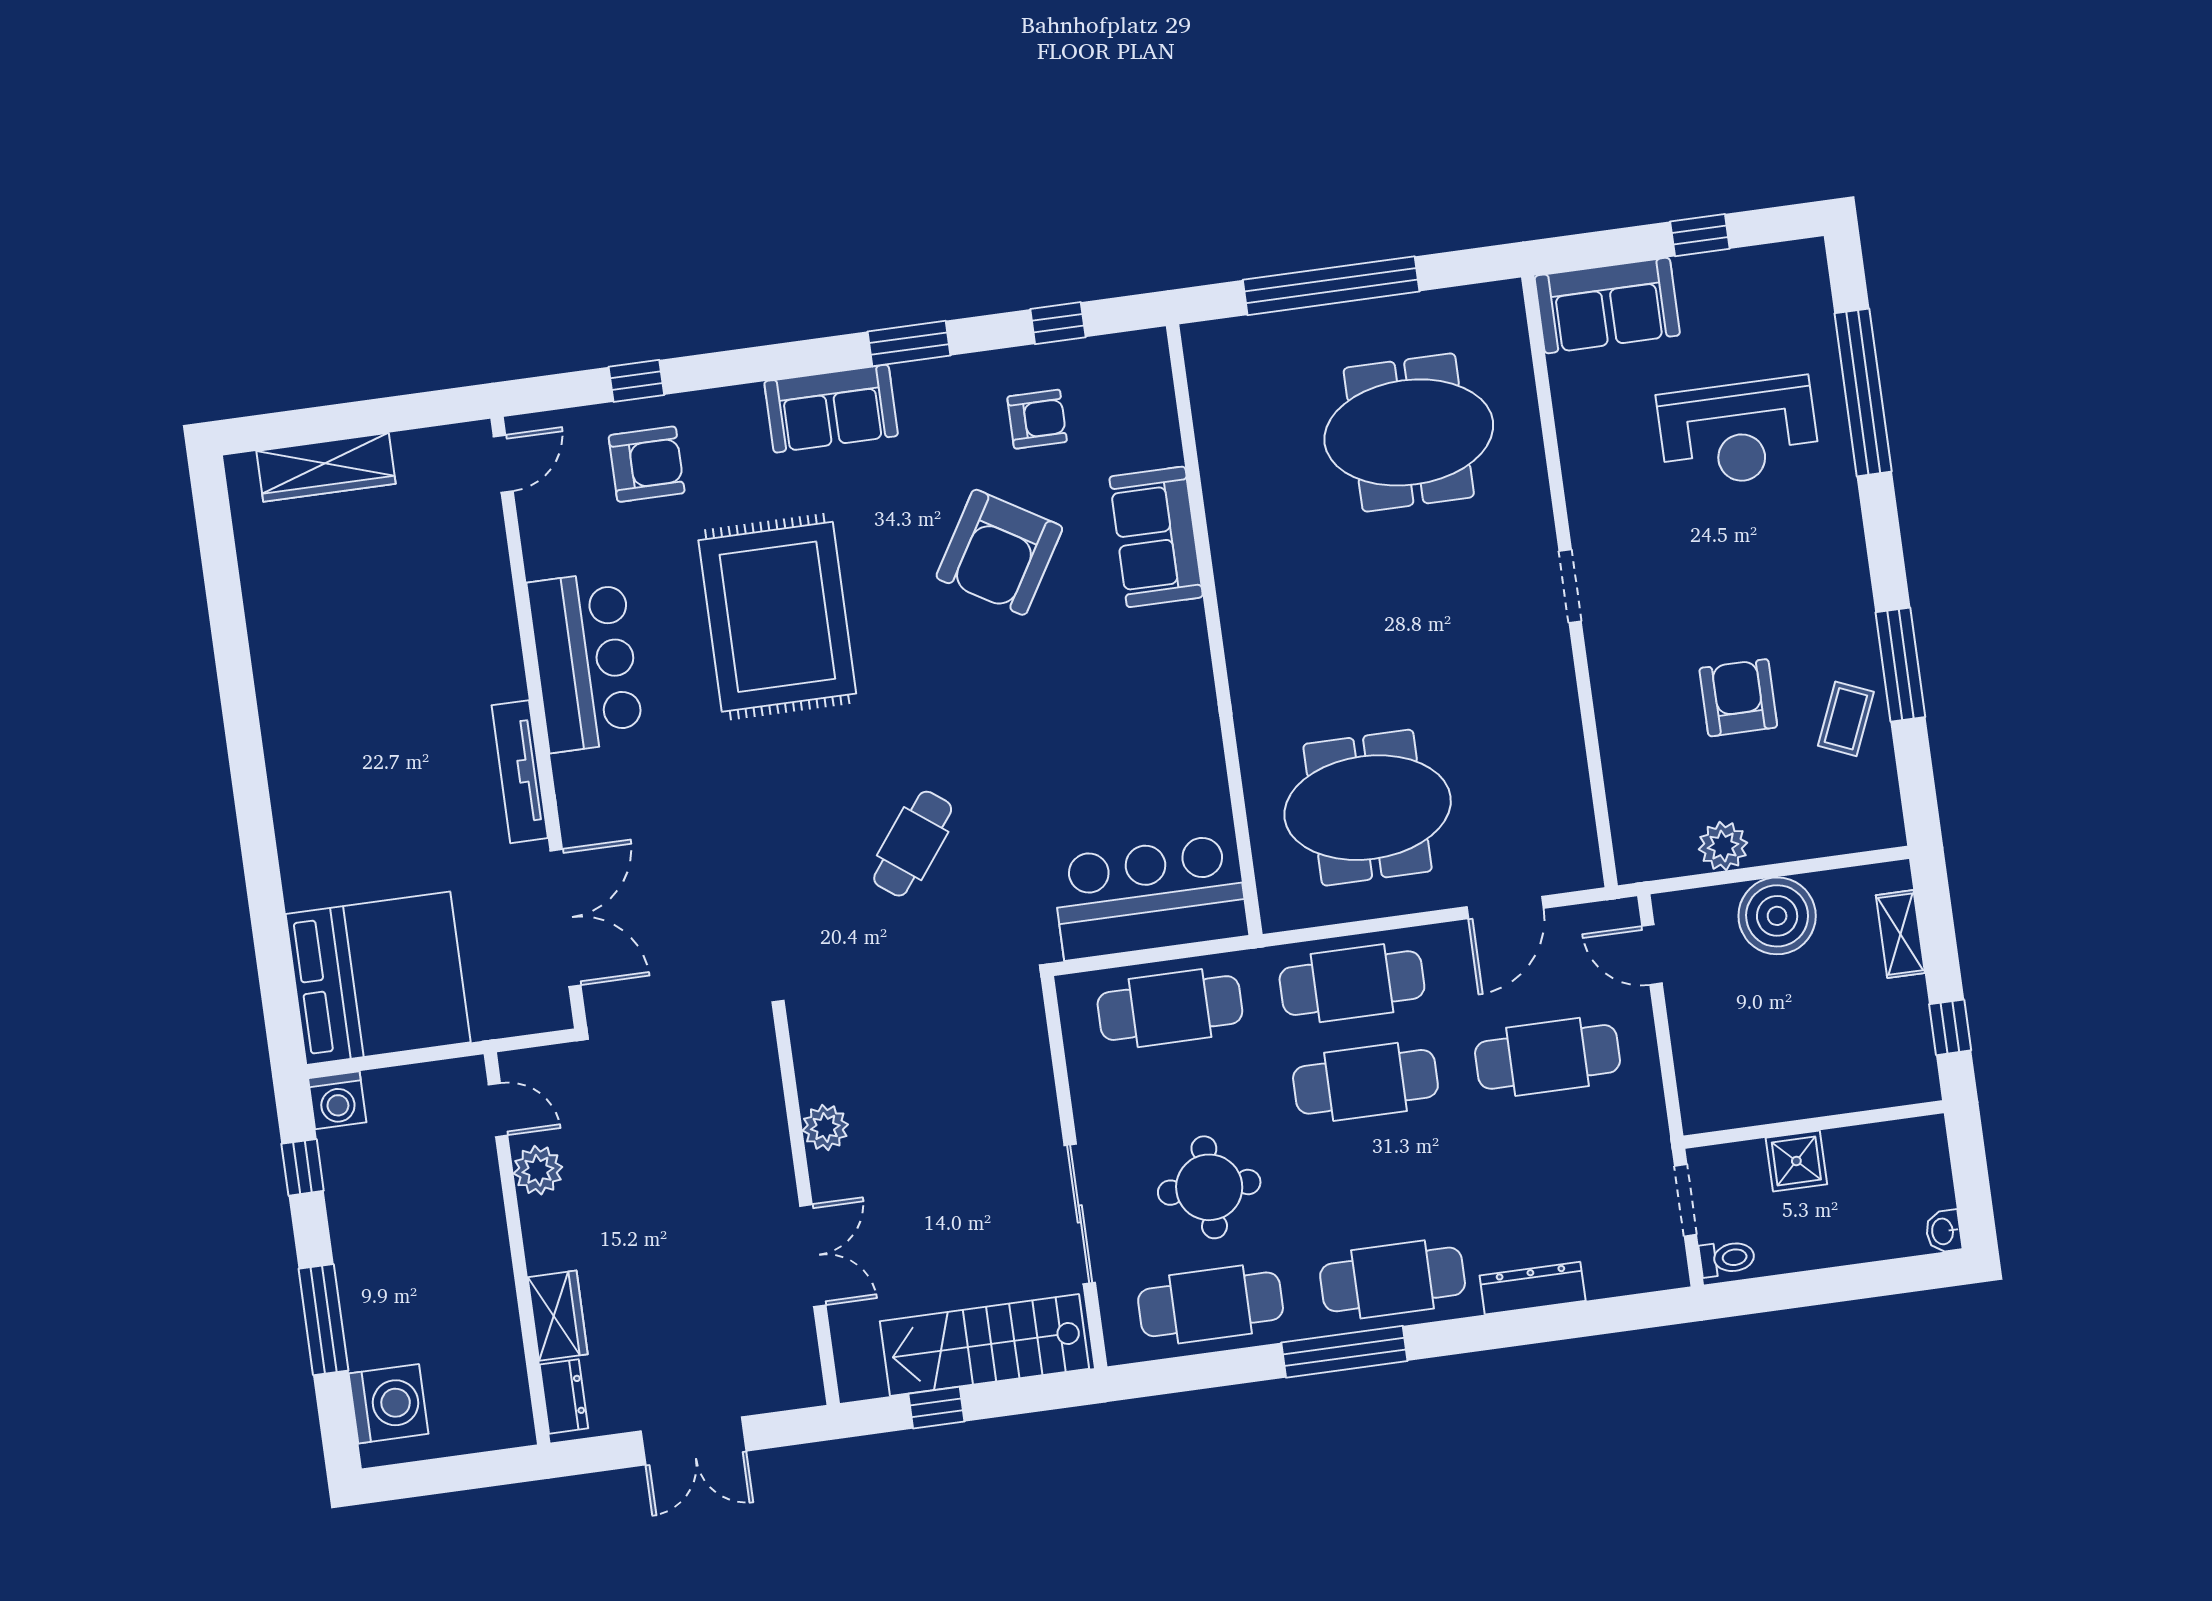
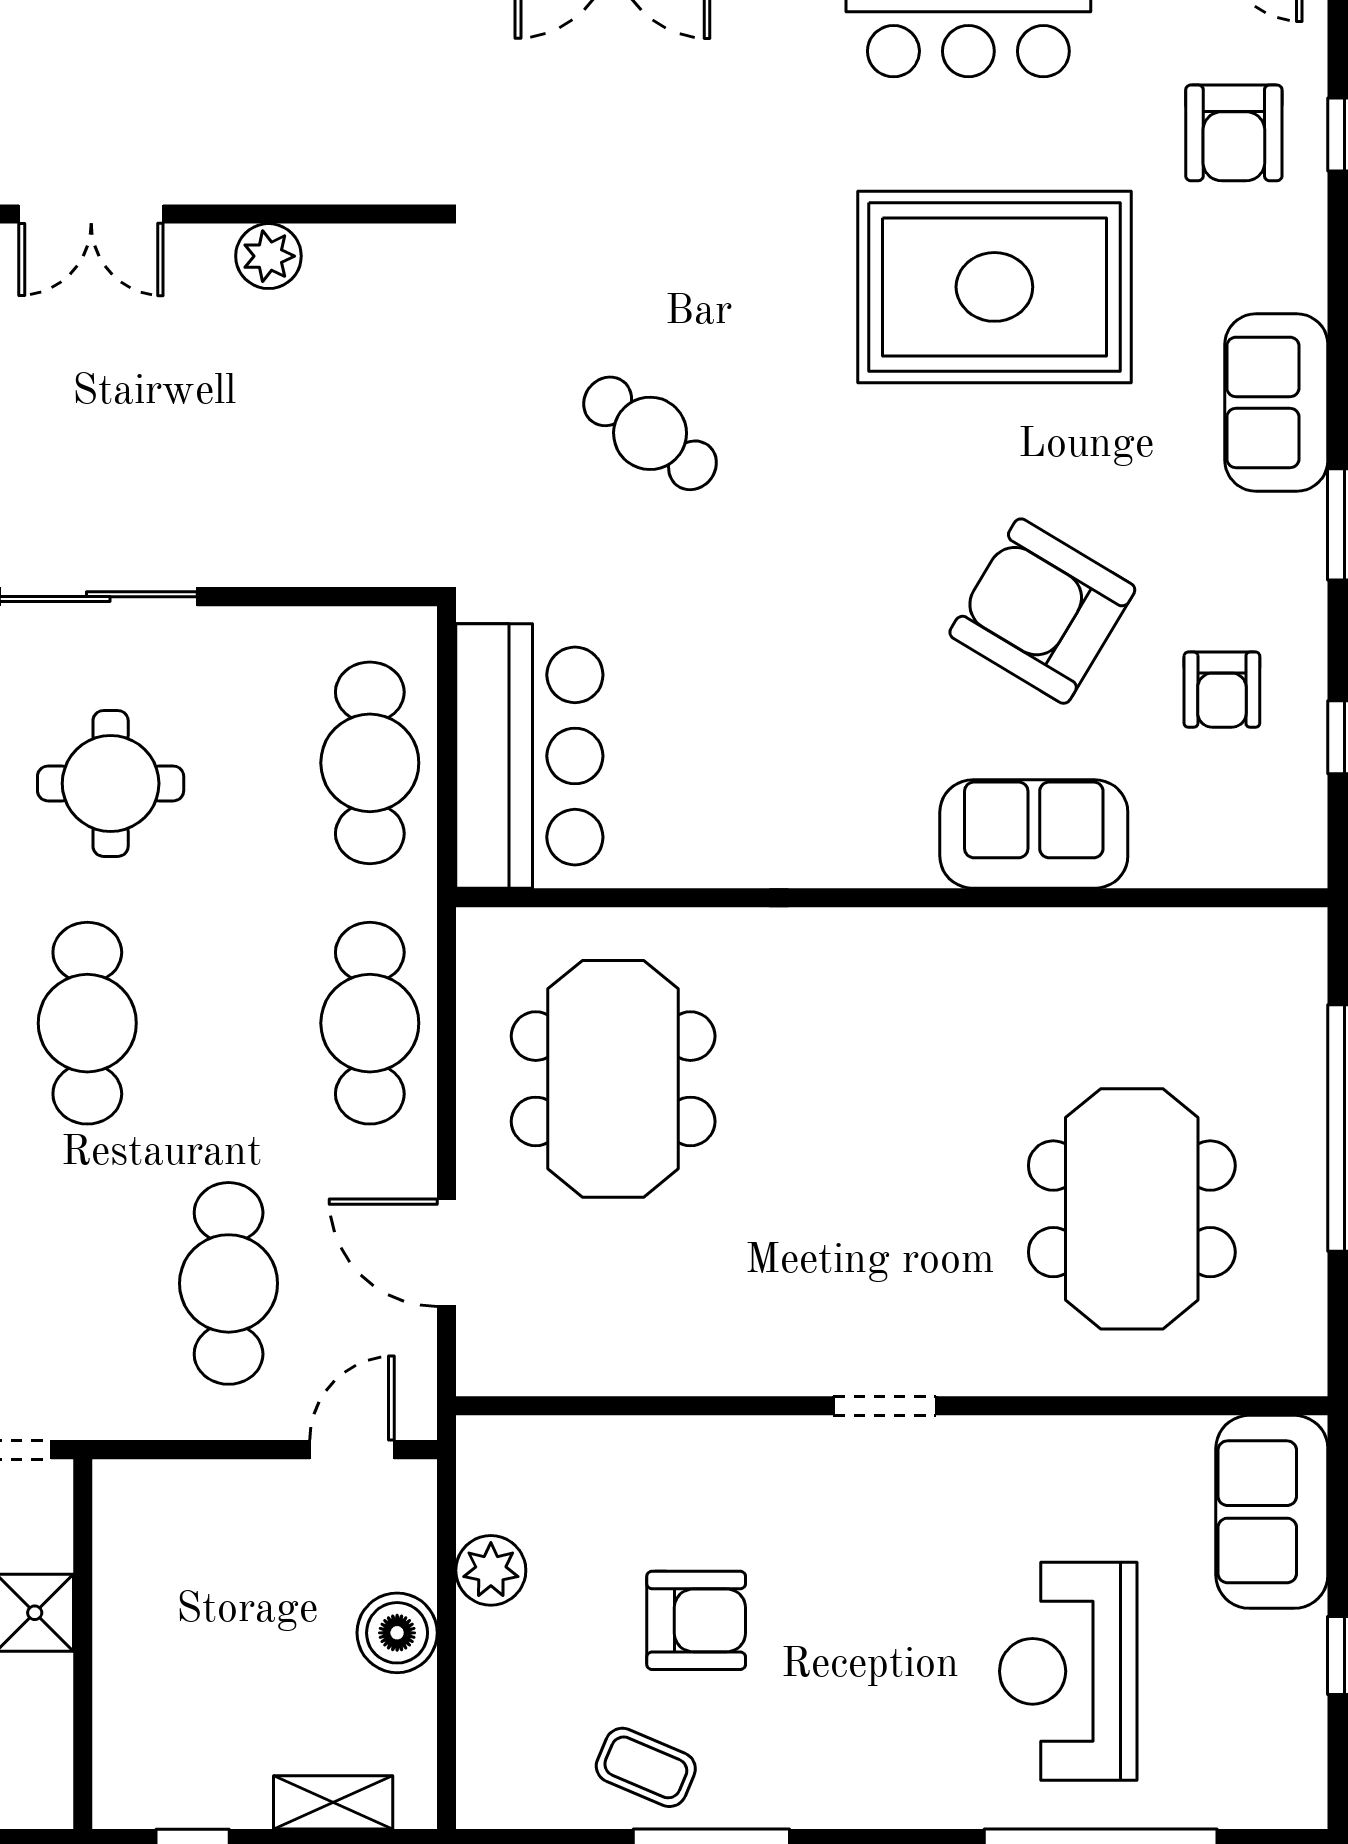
boiler: (1777, 916) -> (397, 1633), width x0.73, depth x0.73
cafe table: (1365, 1082) -> (87, 1023), moved

